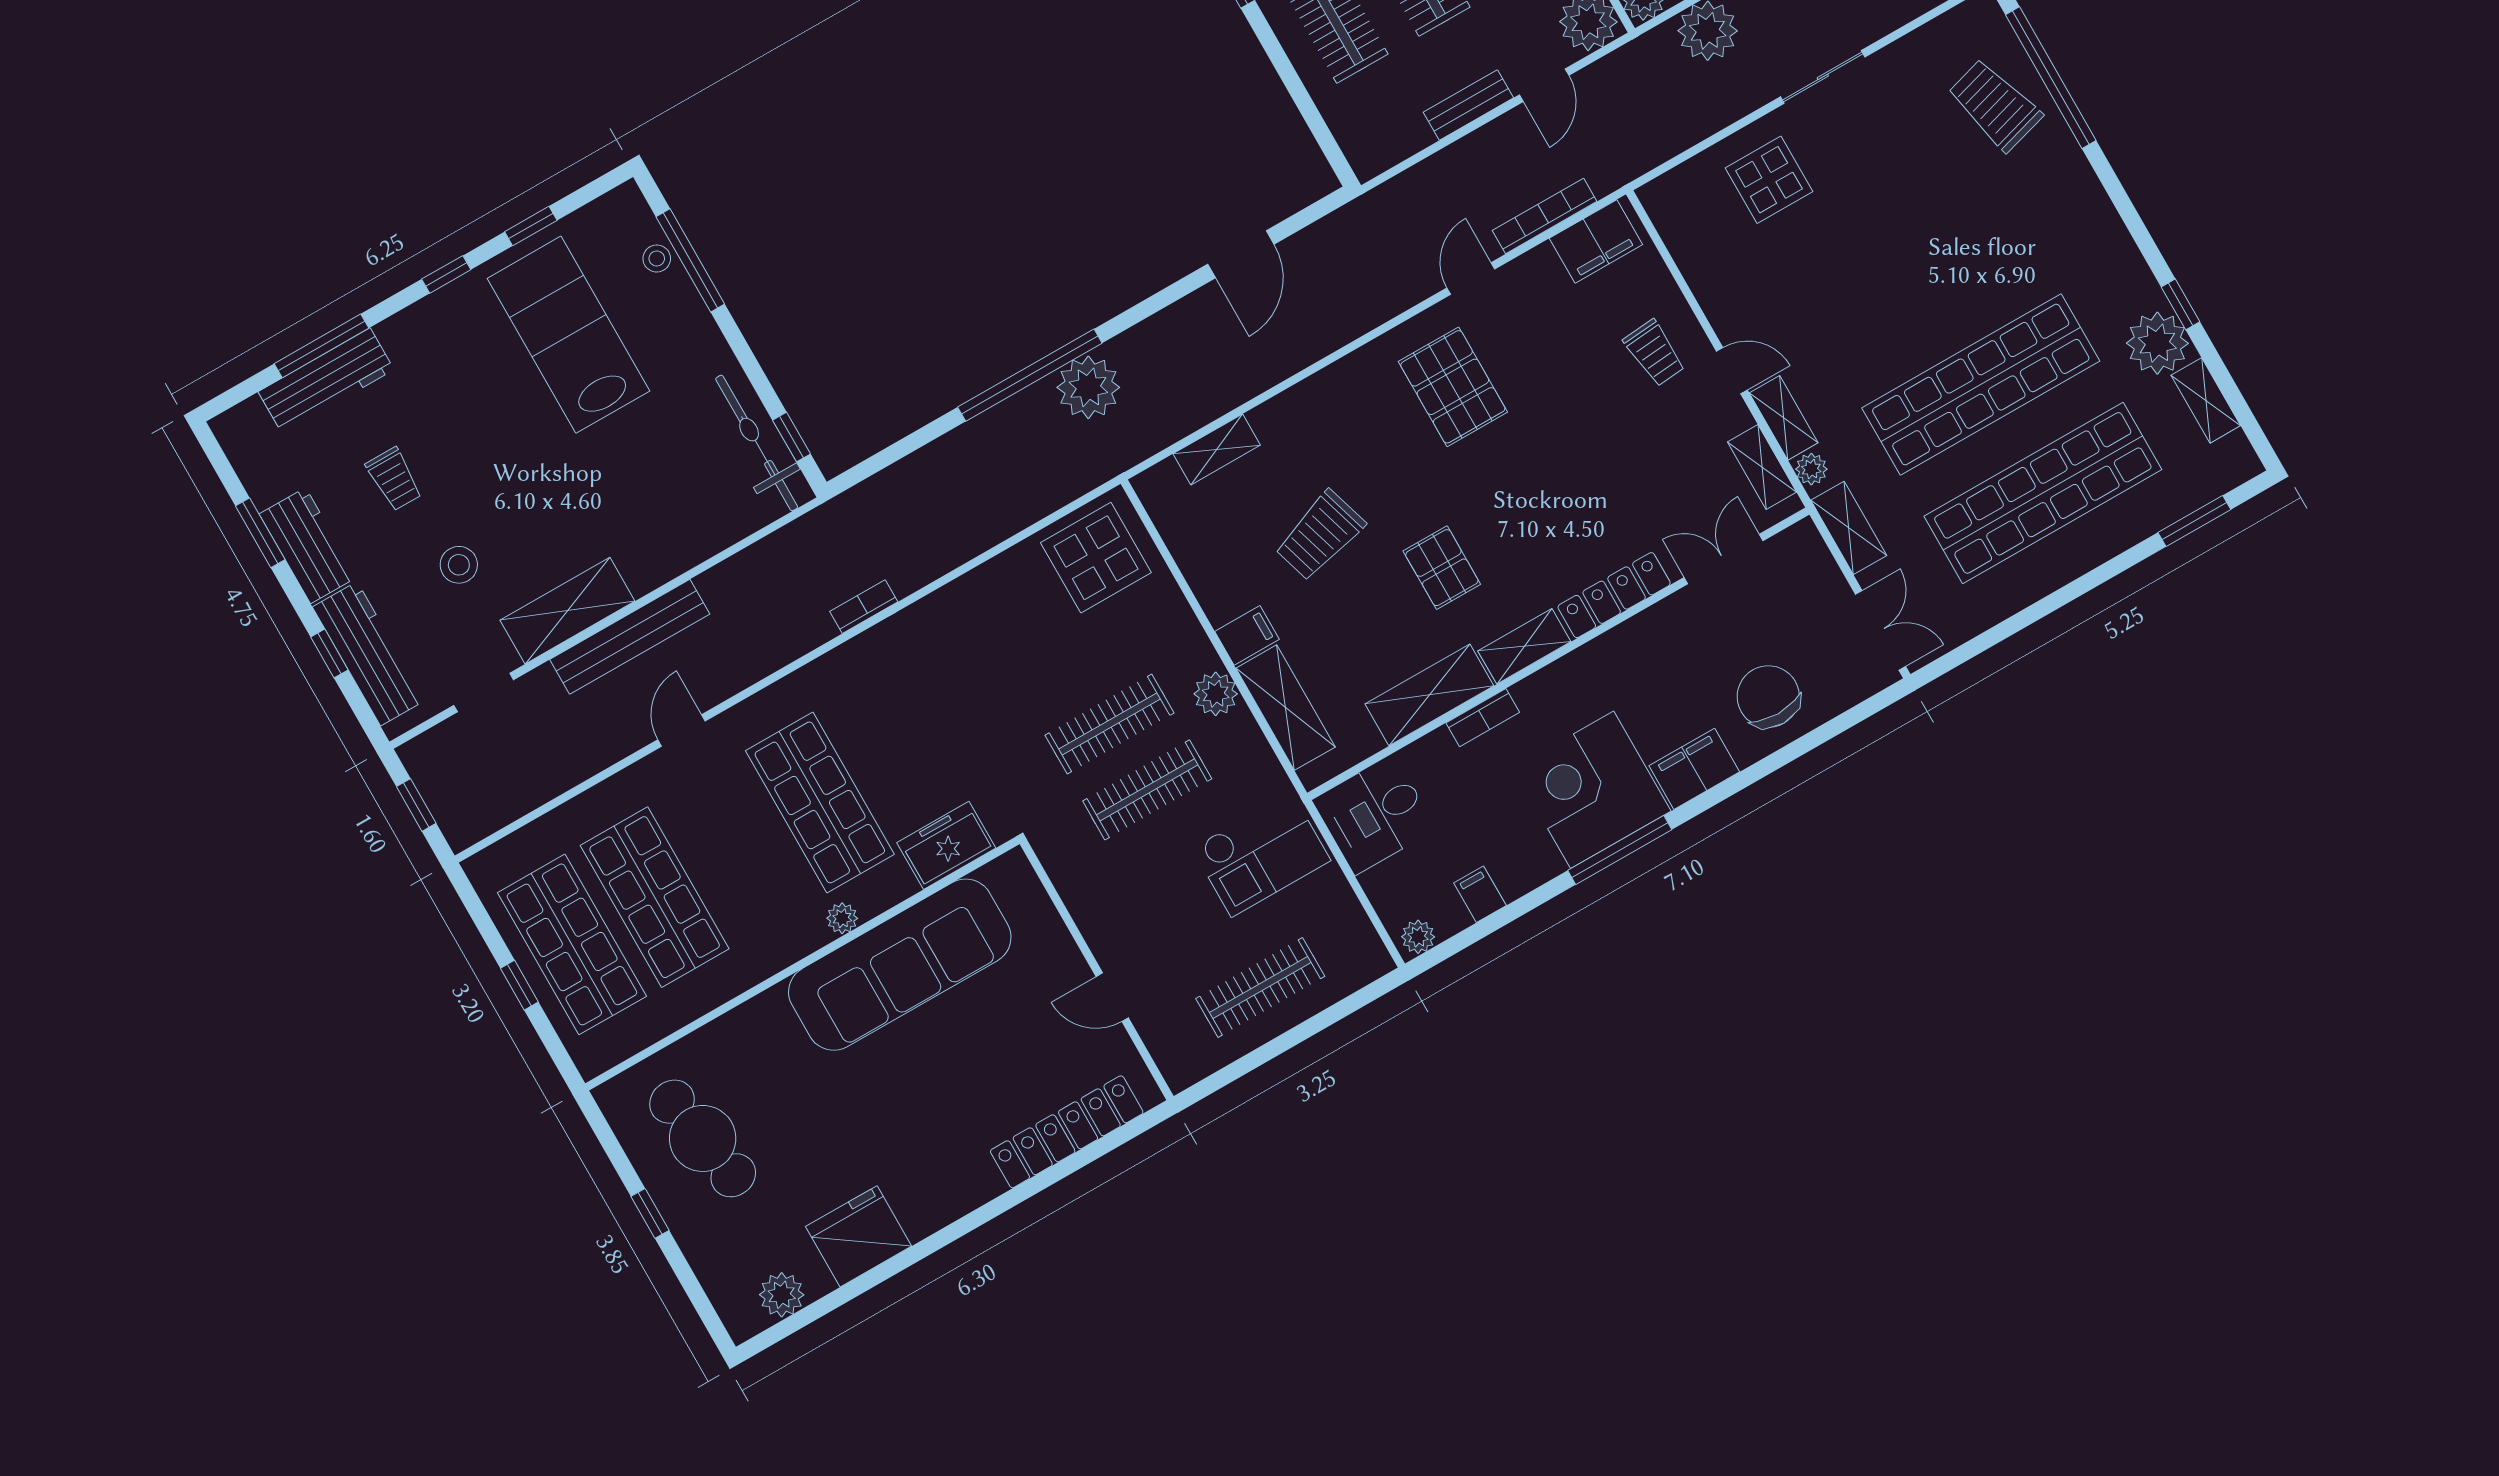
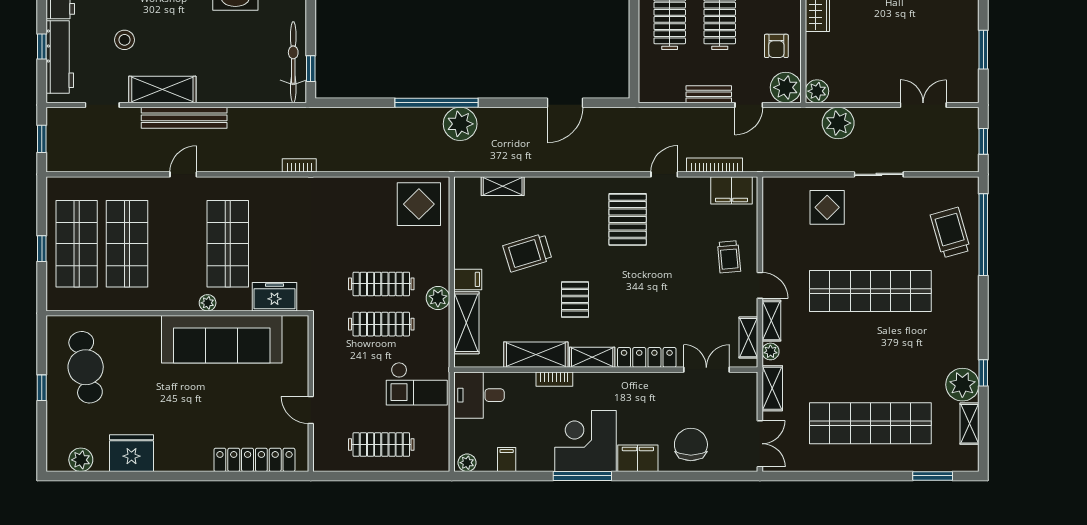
shop shelf: (1981, 385) -> (870, 291), moved

